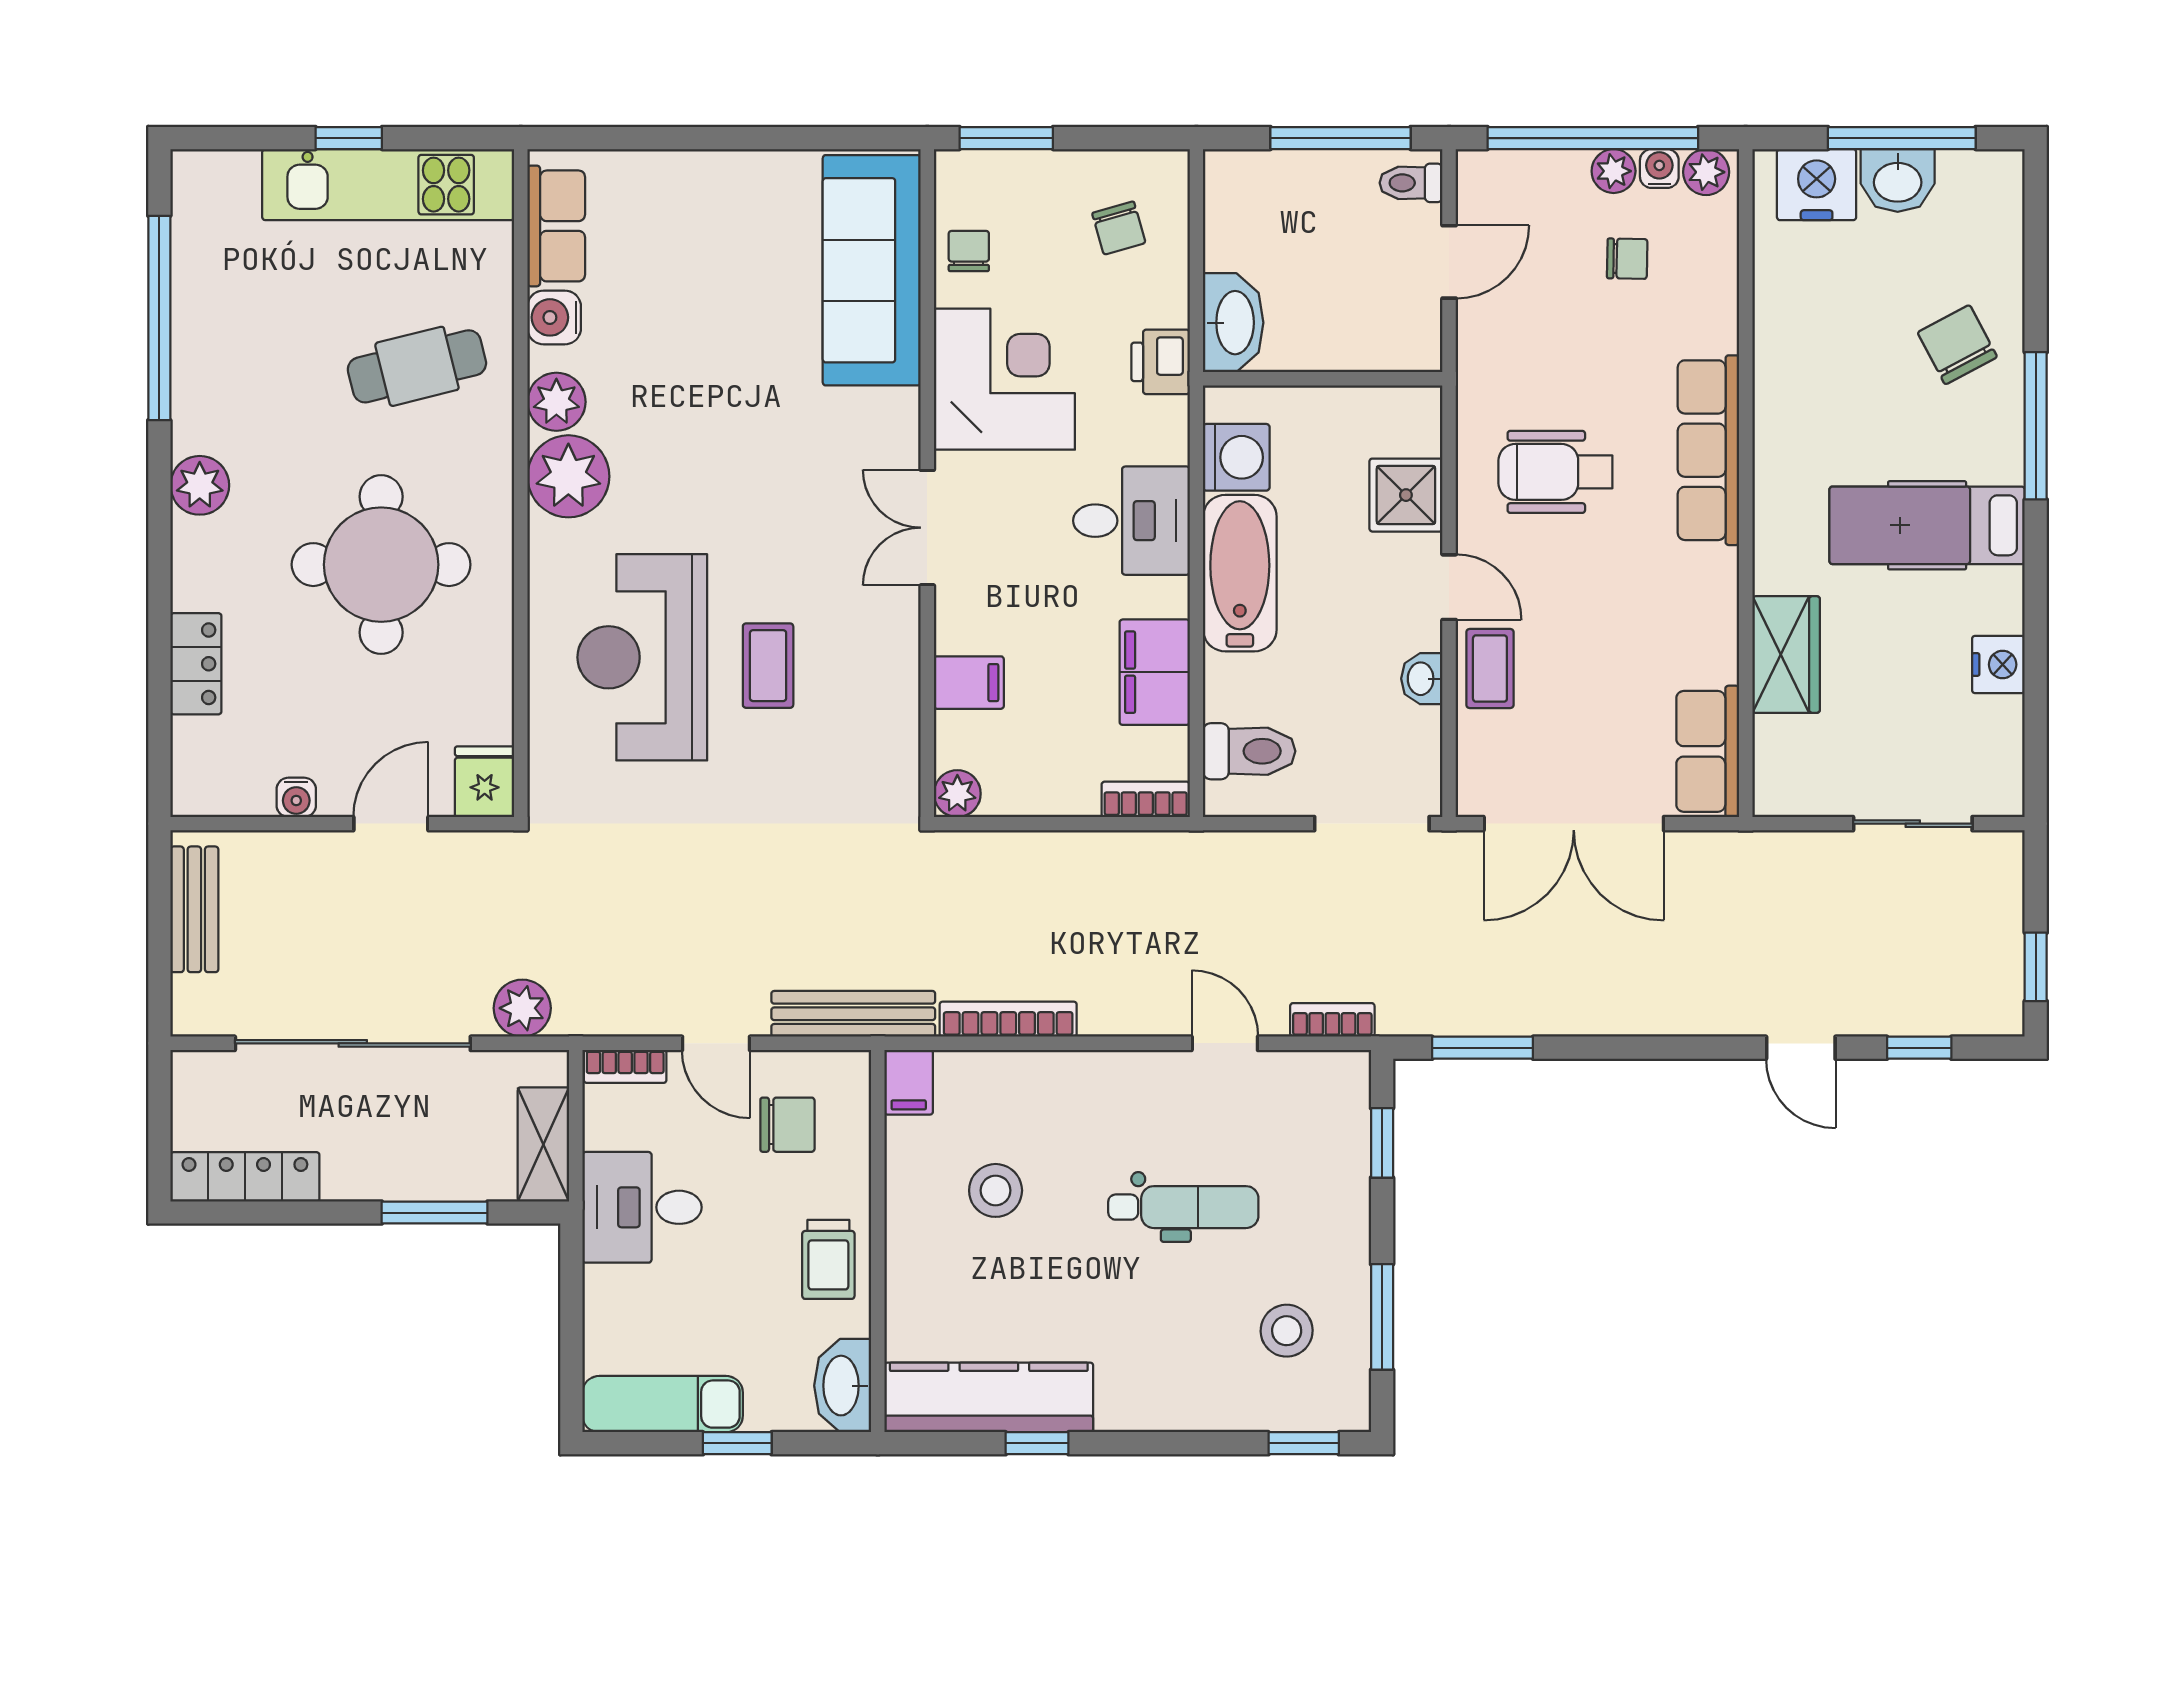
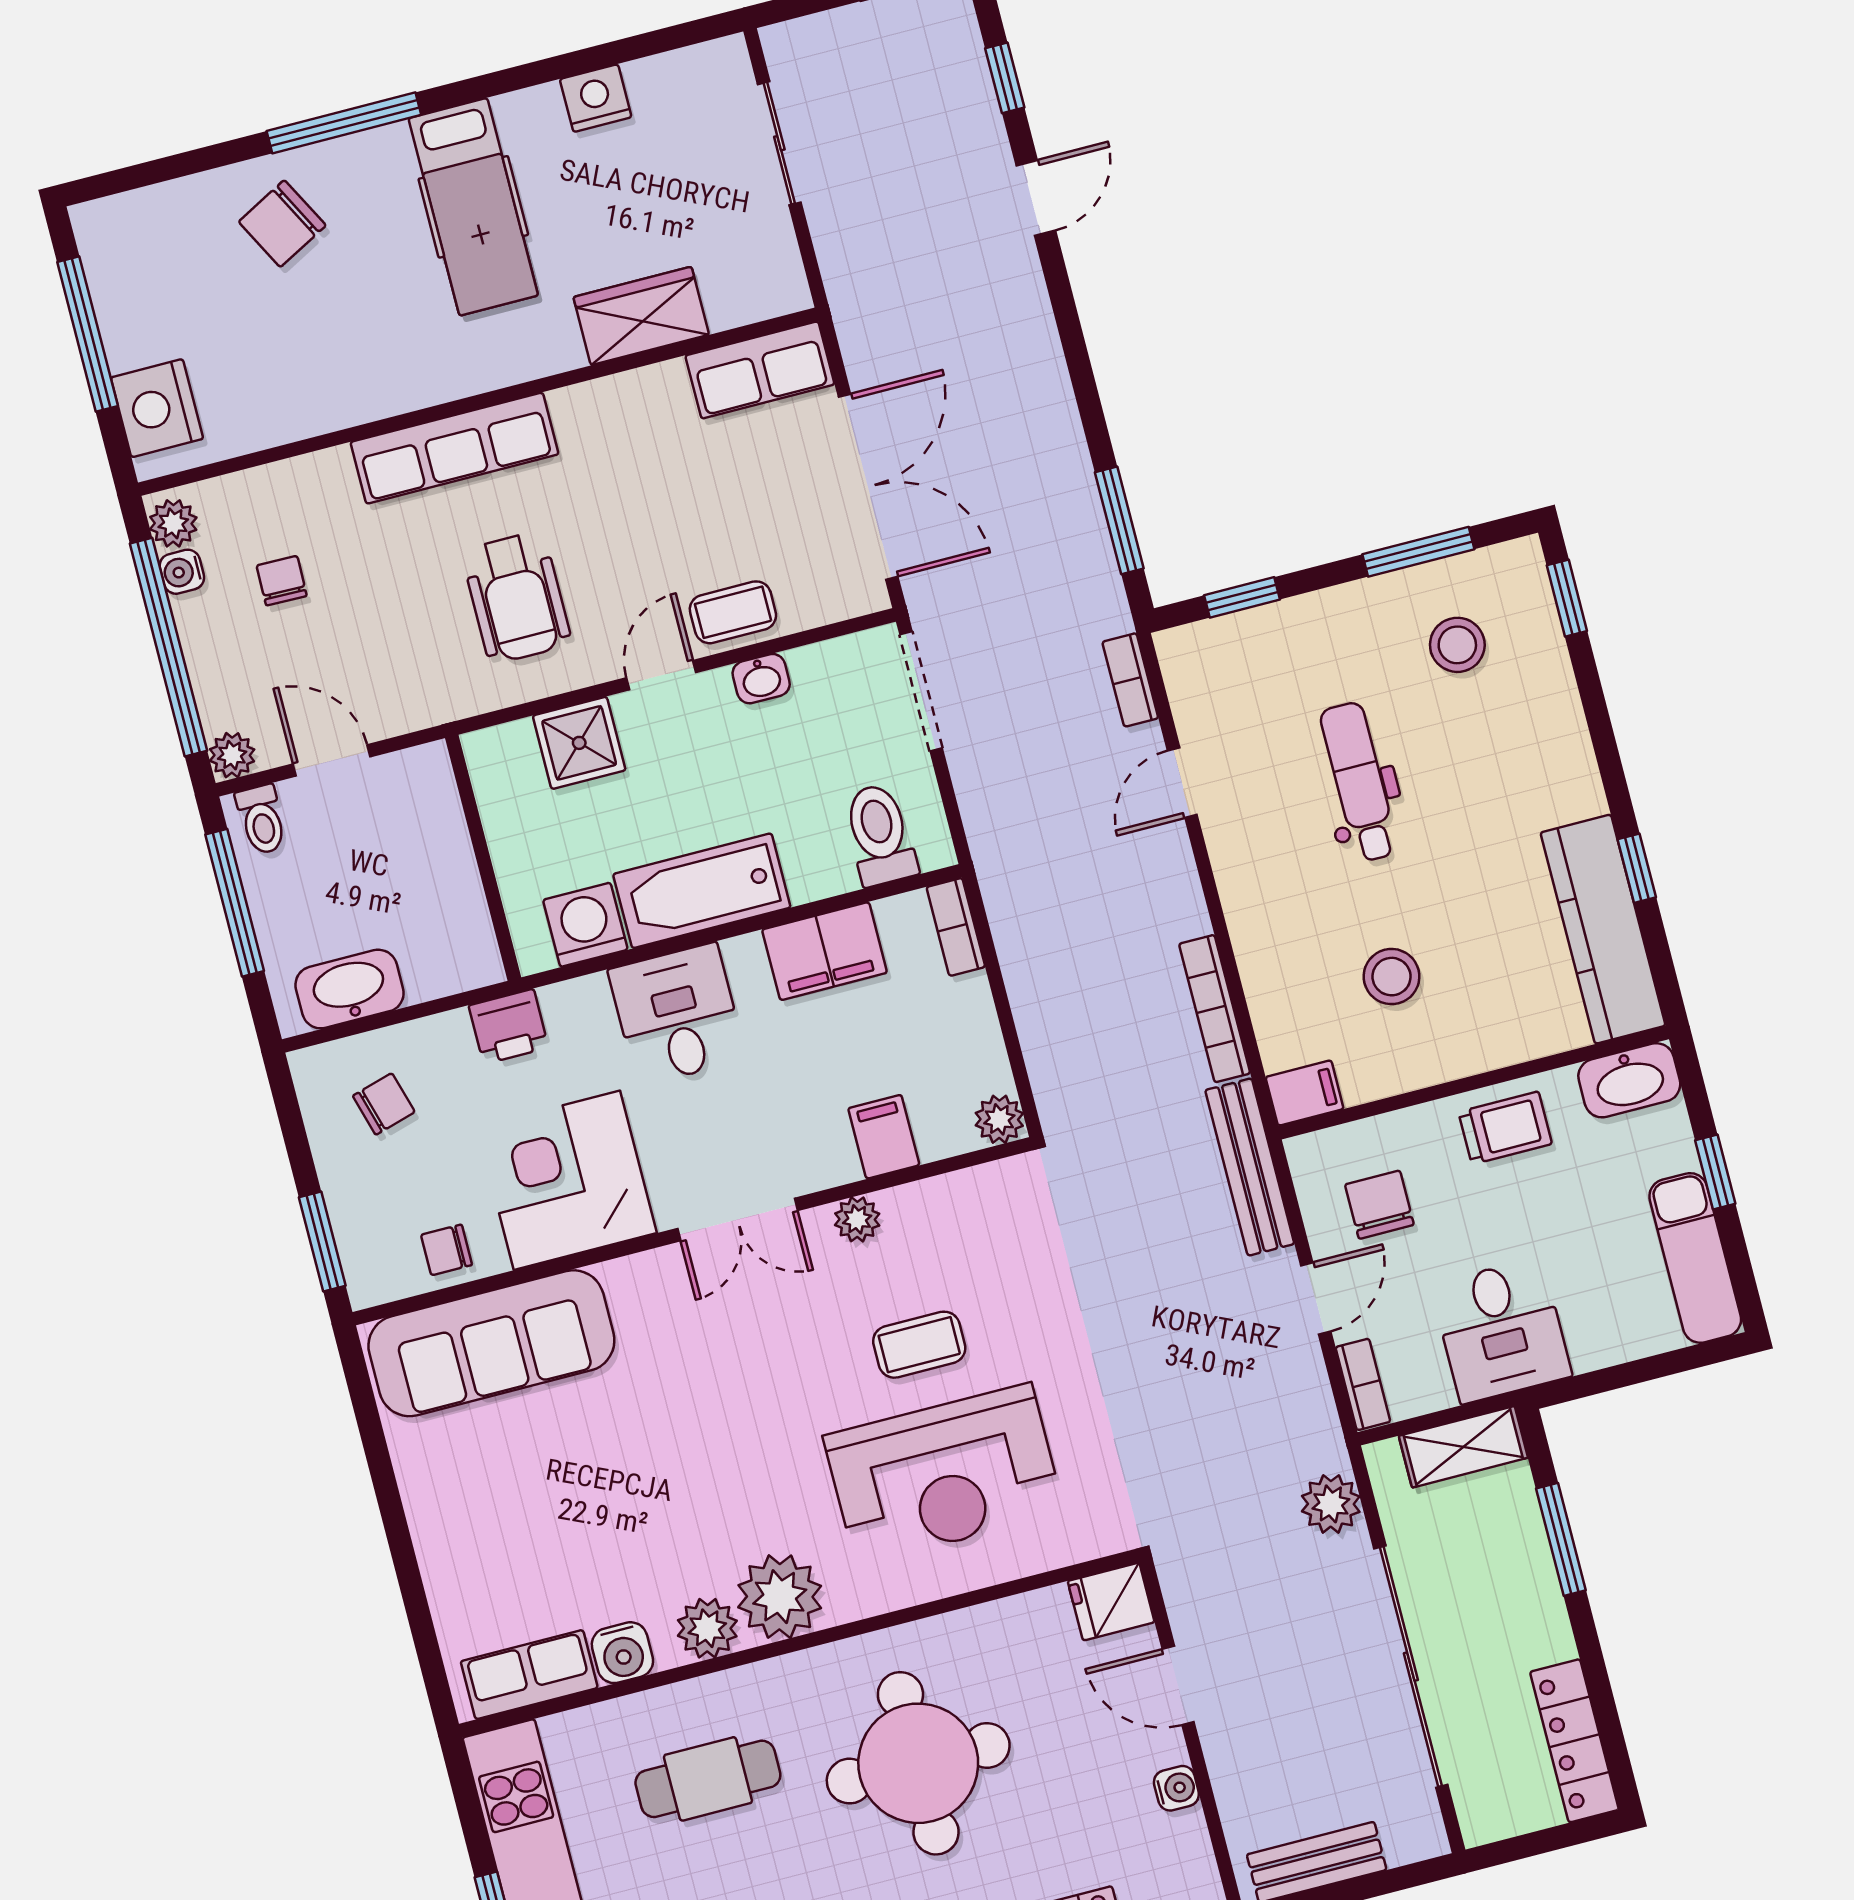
plant: (1614, 171) -> (232, 755), moved
washbasin: (1898, 180) -> (131, 327), removed
washbasin: (1233, 323) -> (350, 989), moved
cafe table: (417, 366) -> (708, 1779), turned -76
plant: (899, 638) -> (857, 1219), added

